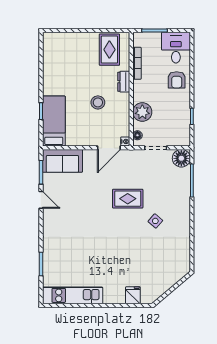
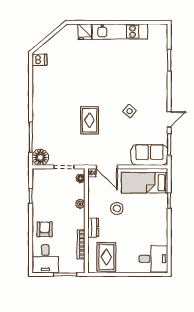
desk: (58, 48) -> (153, 259), added
plant: (142, 112) -> (80, 204), width x0.53, depth x0.53
bed: (54, 121) -> (145, 183), moved, turned 90
door: (109, 148) -> (107, 167), swing flipped
rug: (128, 199) -> (90, 120), turned 90
door: (41, 200) -> (169, 119), swing flipped
side table: (155, 221) -> (130, 111), moved
dishwasher: (182, 265) -> (39, 60), added
kitchen unit: (73, 295) -> (120, 32), moved

